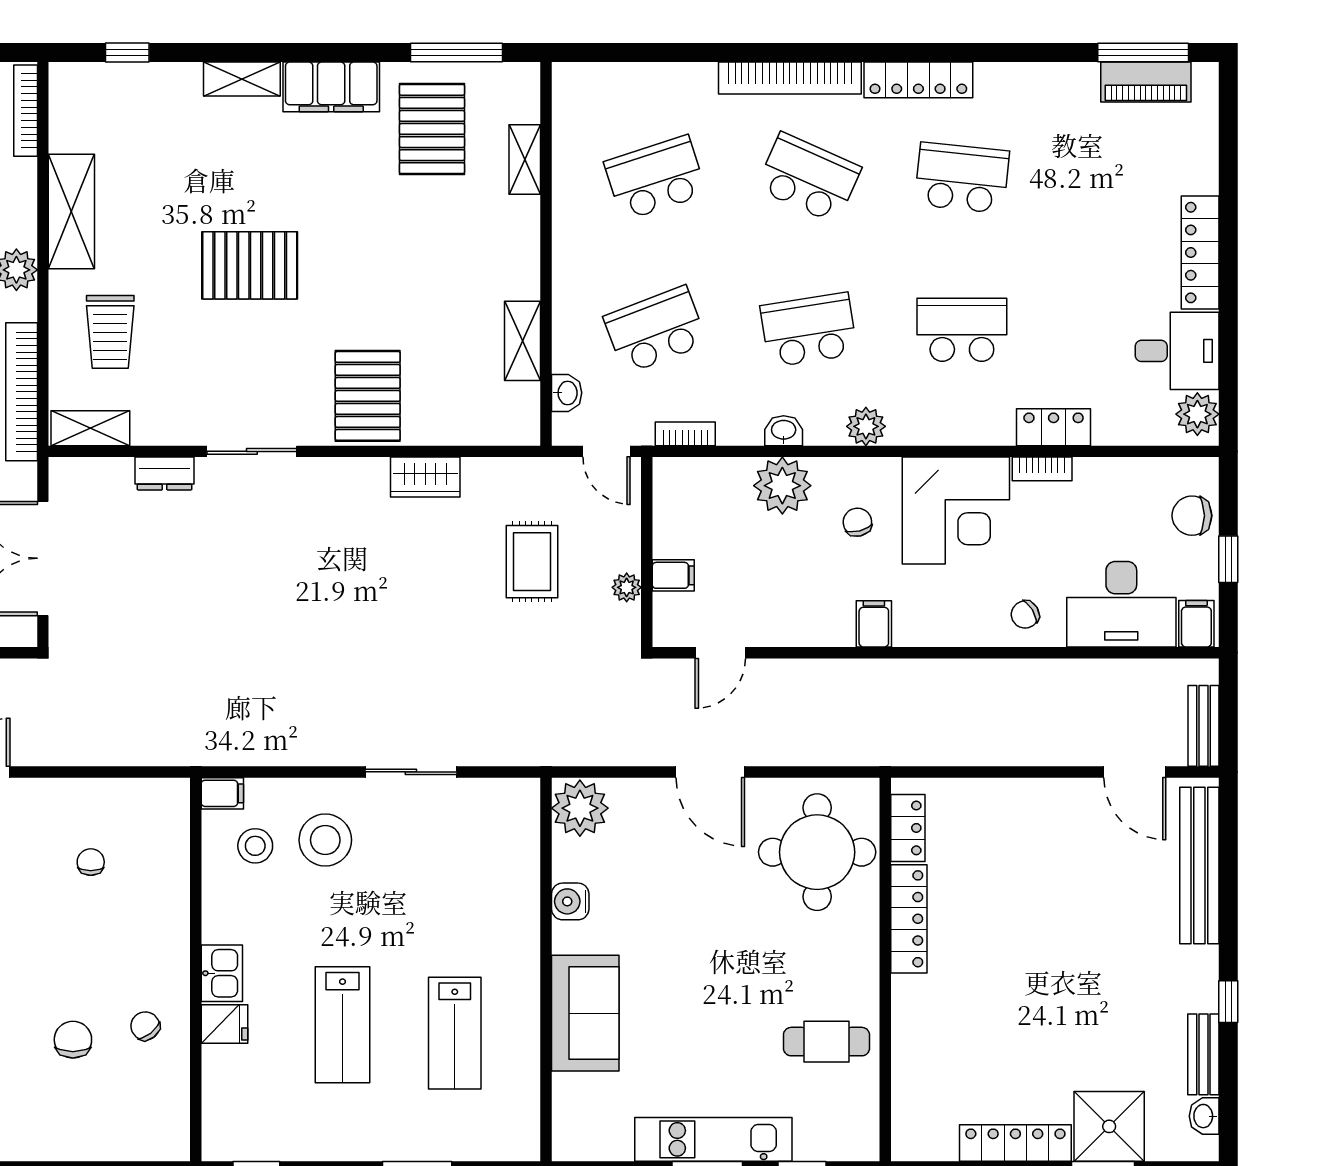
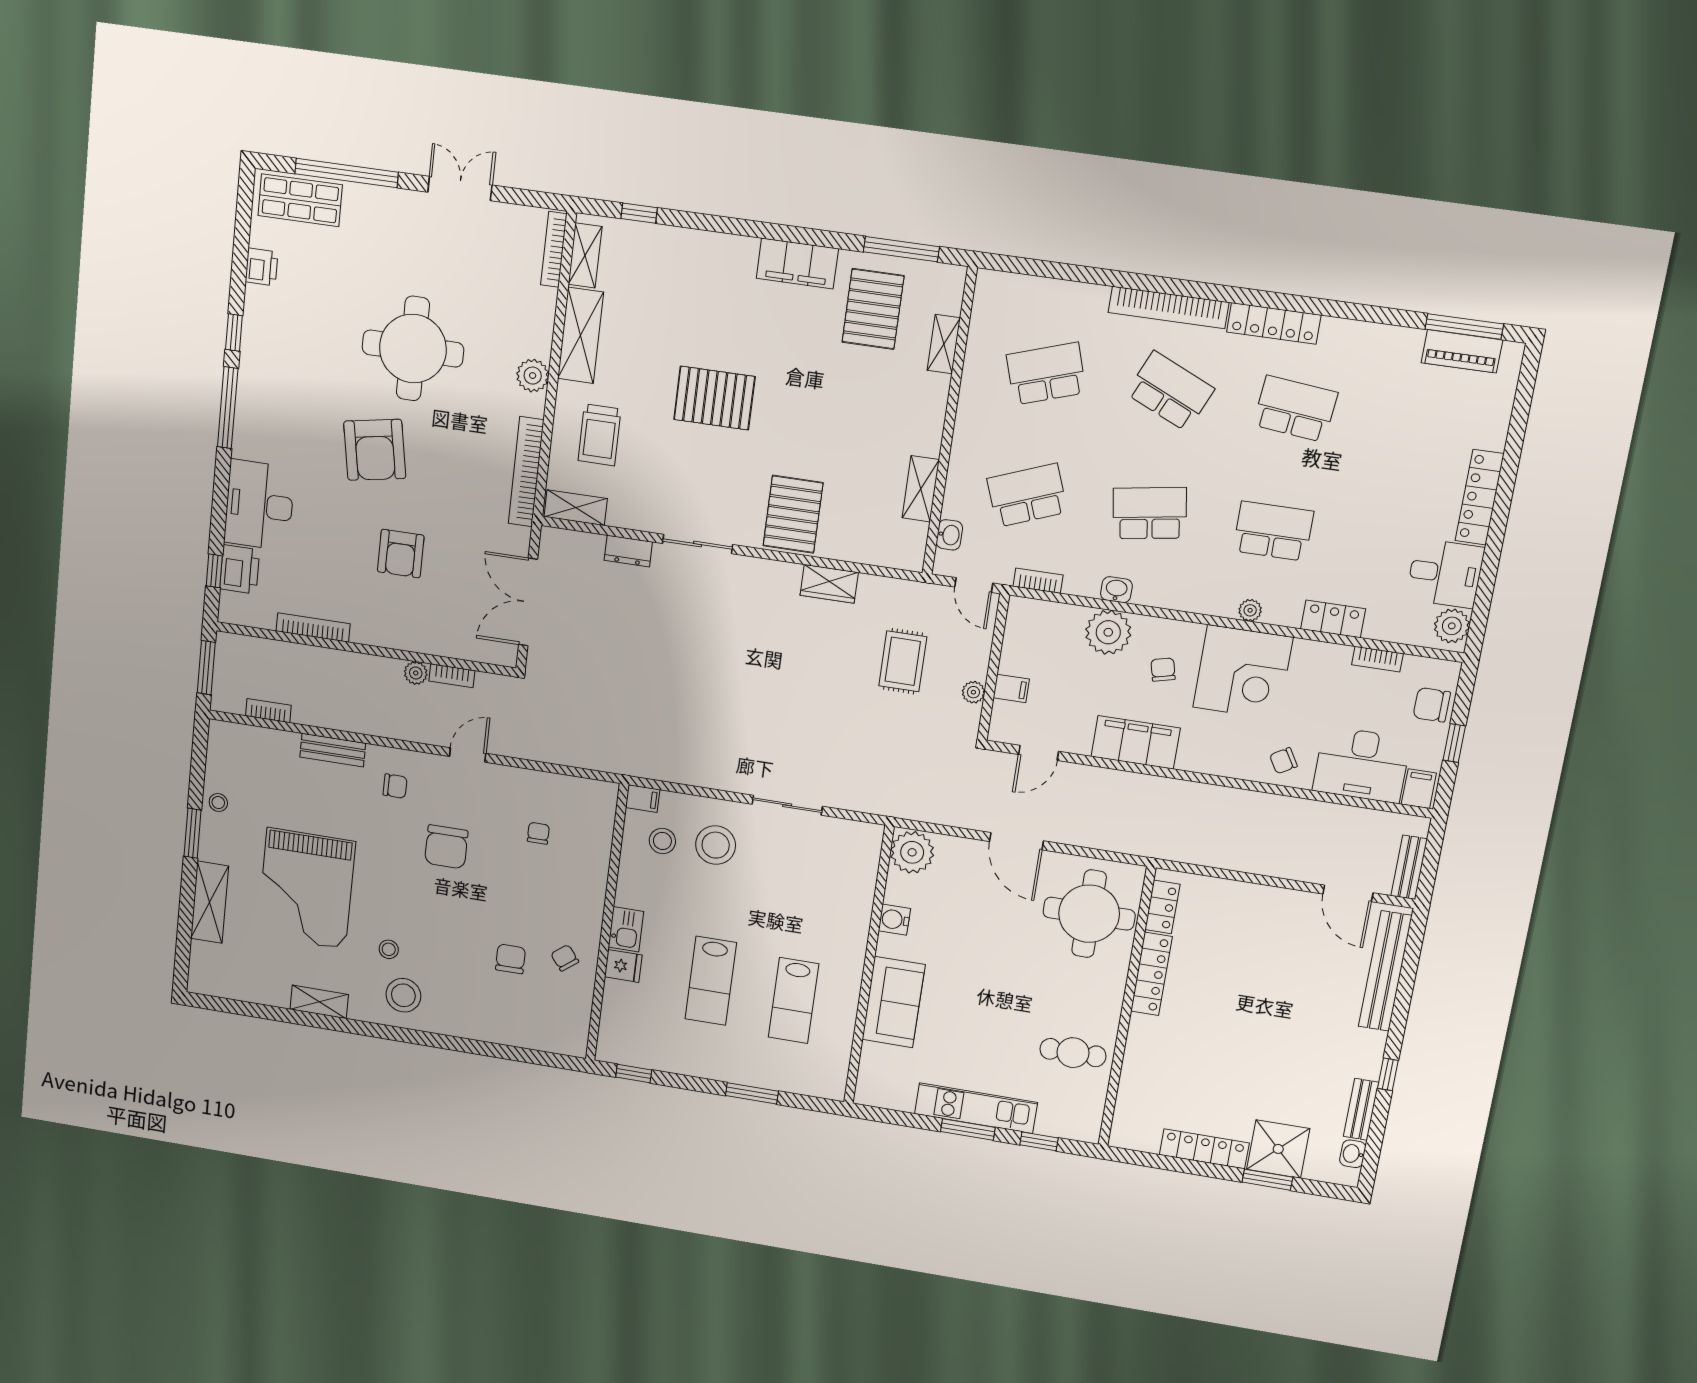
shelving: (242, 79) -> (585, 256), moved, turned 90
plant: (866, 426) -> (1250, 610), moved, width x0.73, depth x0.73
bookcase: (1042, 469) -> (1377, 659), moved
filing cabinet: (874, 624) -> (1136, 742), width x3.00, depth x1.17

